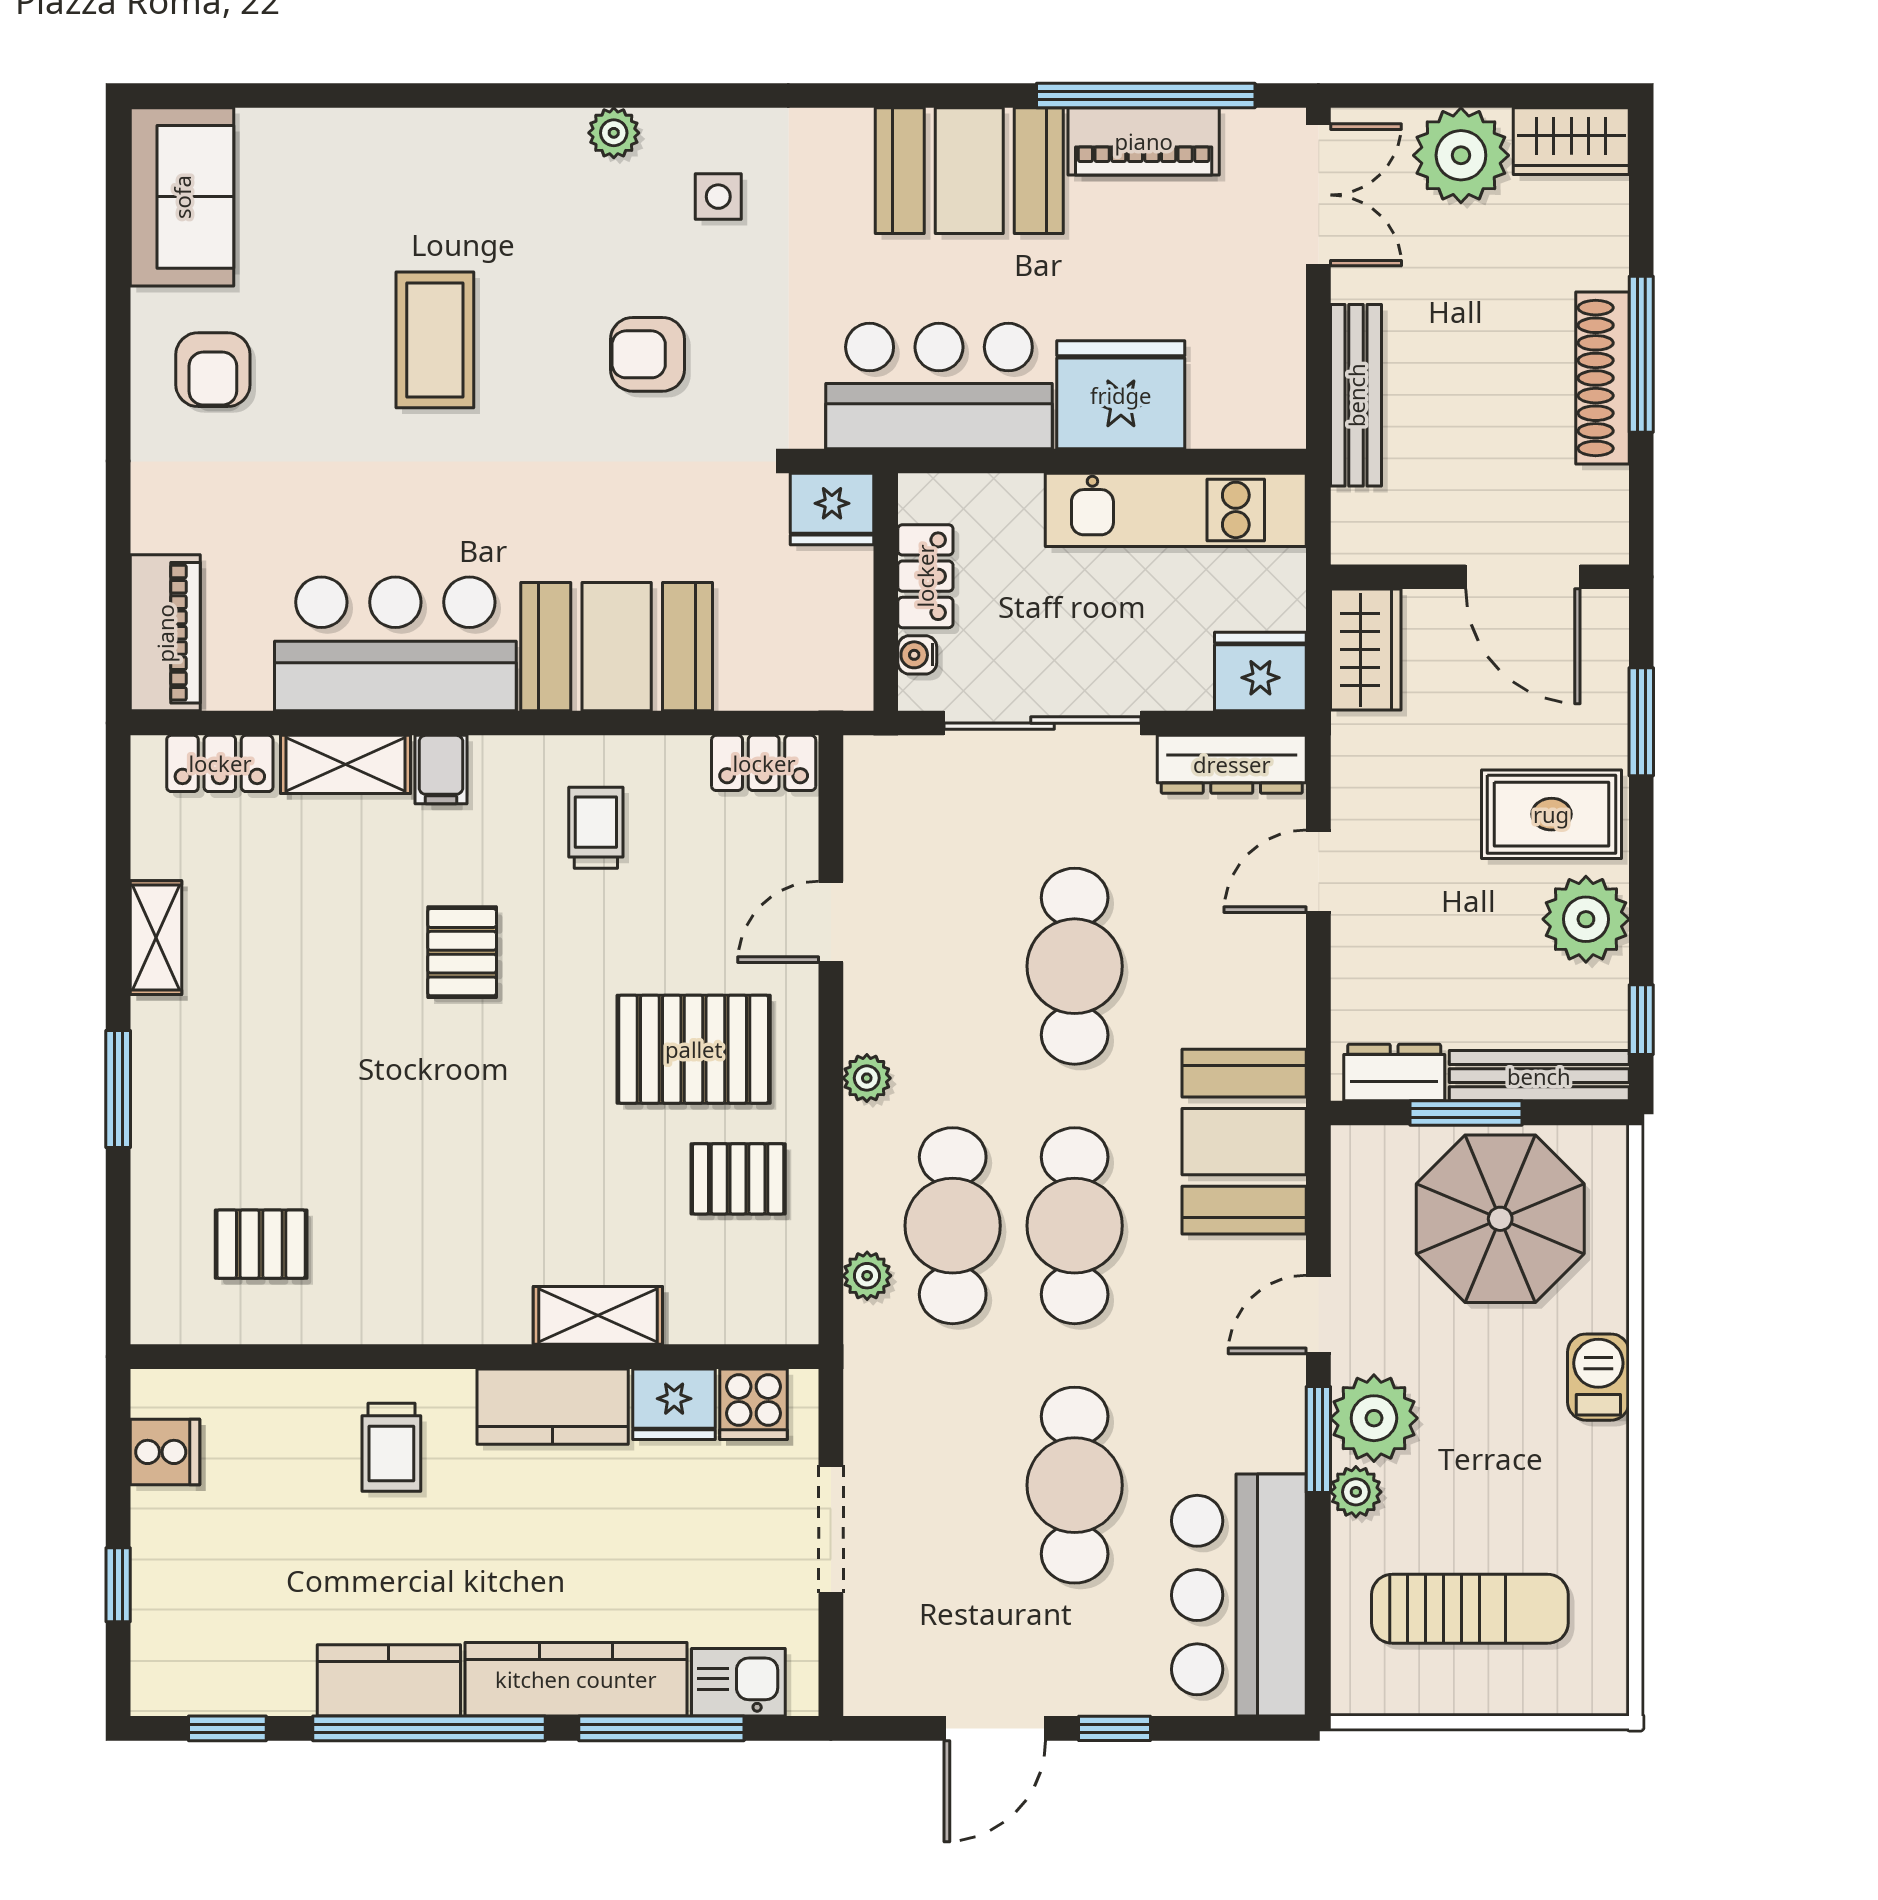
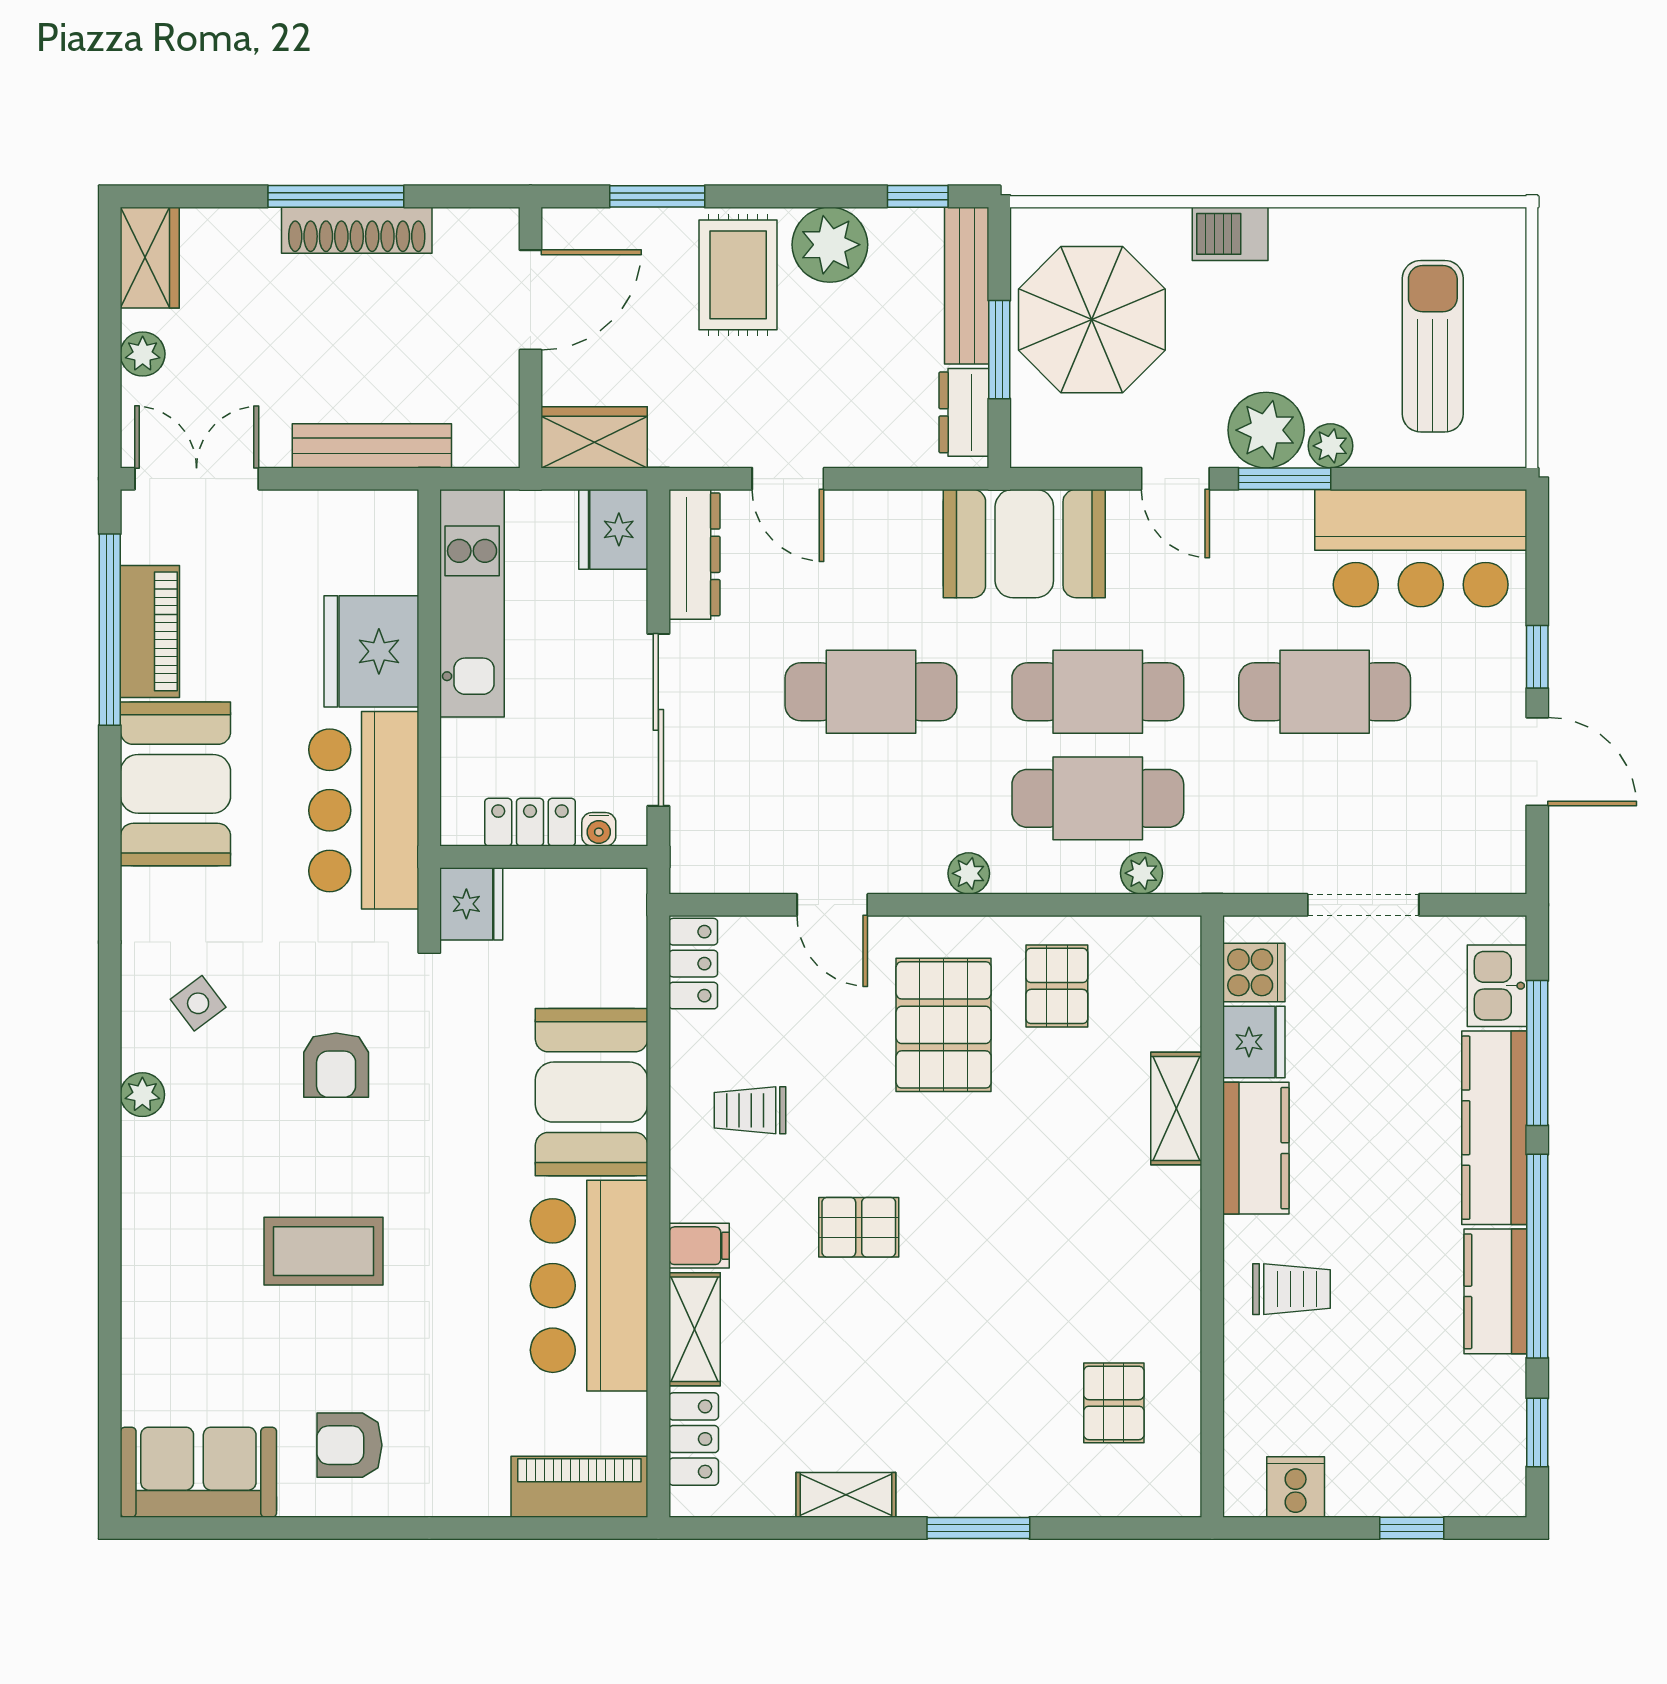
plant: (1461, 155) -> (143, 354), width x0.53, depth x0.53
side table: (718, 197) -> (198, 1003), turned -37
armchair: (213, 370) -> (349, 1445), turned 180

